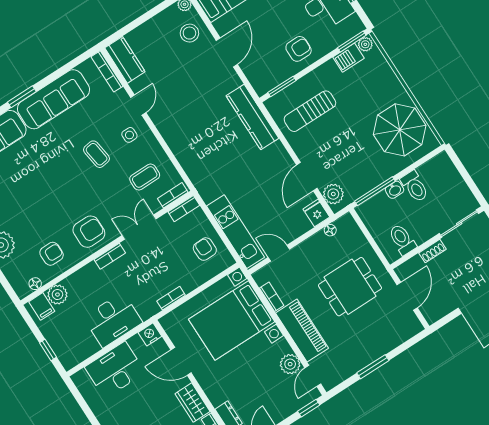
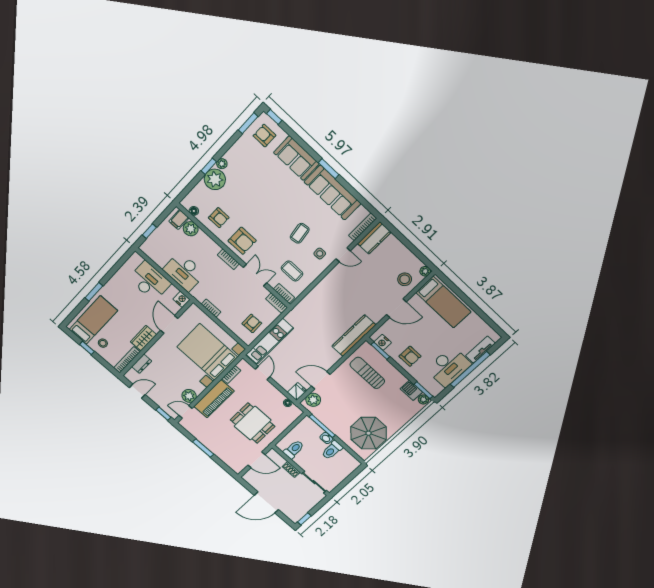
nightstand: (271, 81) -> (383, 342), added

